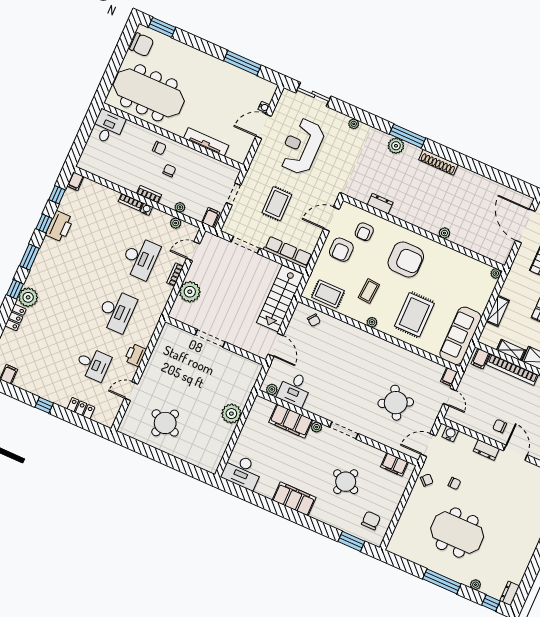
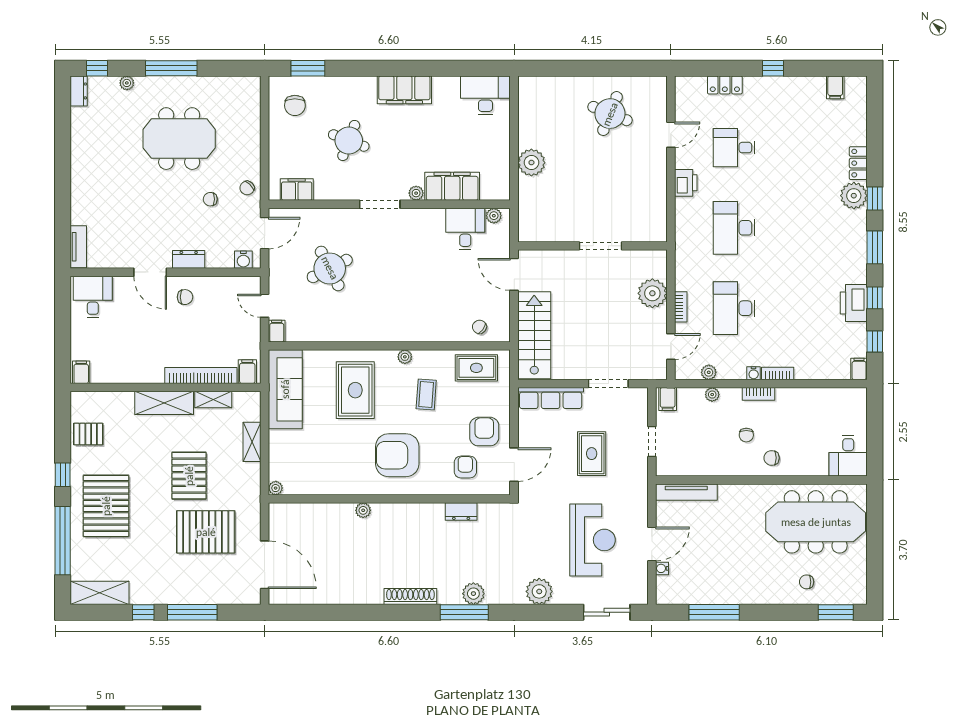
chair: (142, 45) -> (807, 582), moved, width x0.54, depth x0.54
plant: (354, 124) -> (539, 591), width x1.88, depth x1.88
tv unit: (206, 142) -> (686, 492), moved

